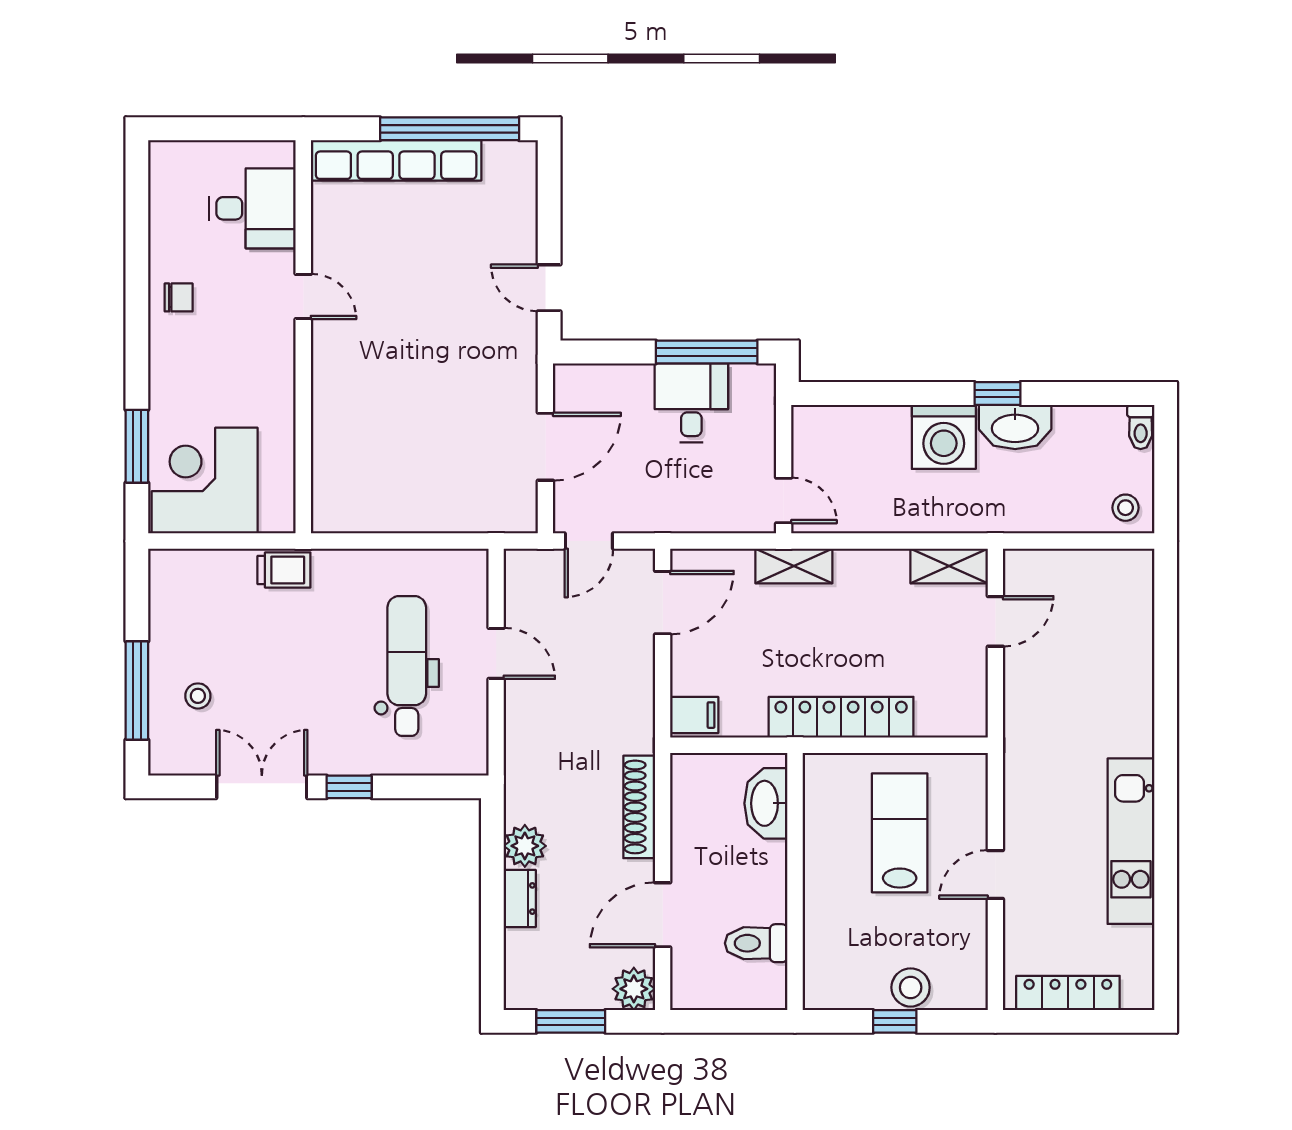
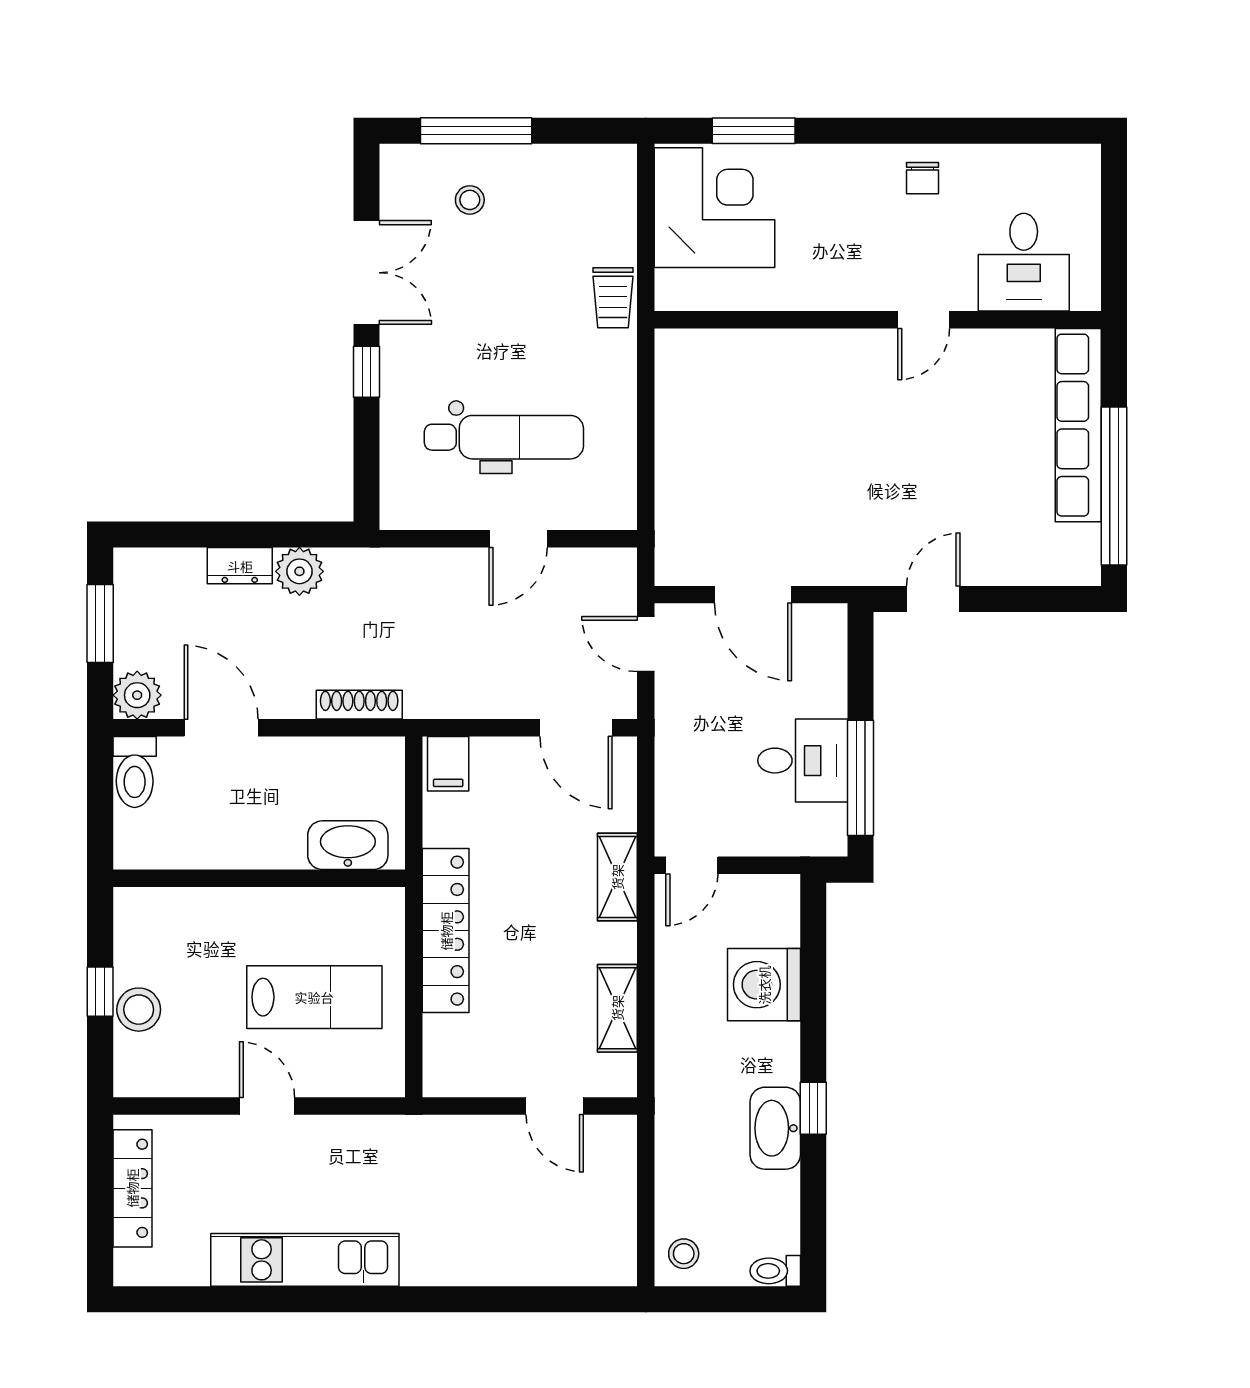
washing machine: (944, 437) -> (764, 985), moved
shelving: (949, 566) -> (617, 1008), moved
shoe rack: (639, 807) -> (359, 705), width x0.74, depth x0.81
toilet: (756, 943) -> (135, 772), moved, turned 180

